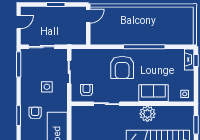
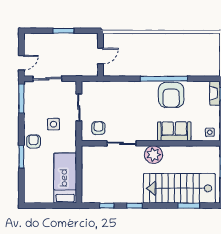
door: (88, 16) -> (100, 56), moved
door: (19, 22) -> (21, 63), moved
armchair: (122, 67) -> (171, 95), moved
armchair: (35, 113) -> (34, 141), moved
plant: (147, 114) -> (154, 155), moved

